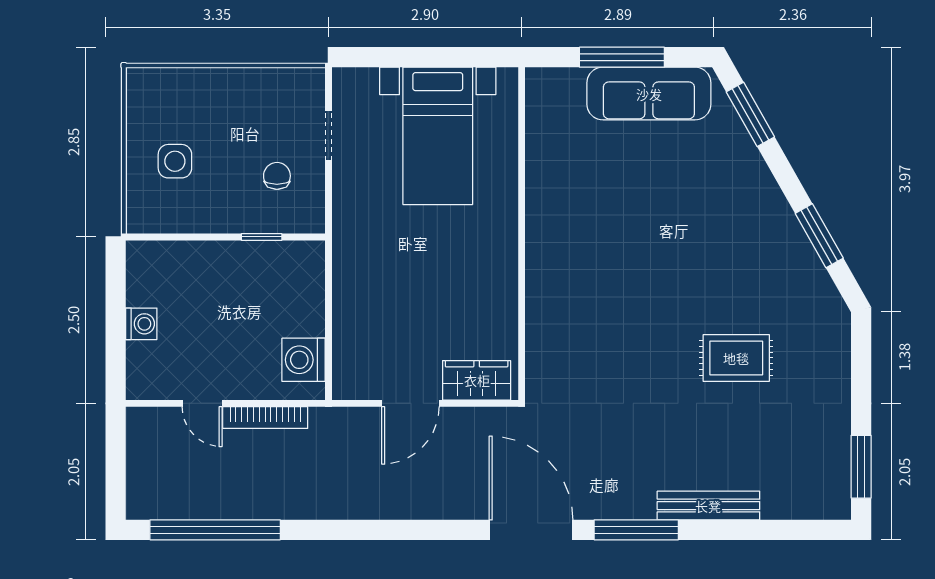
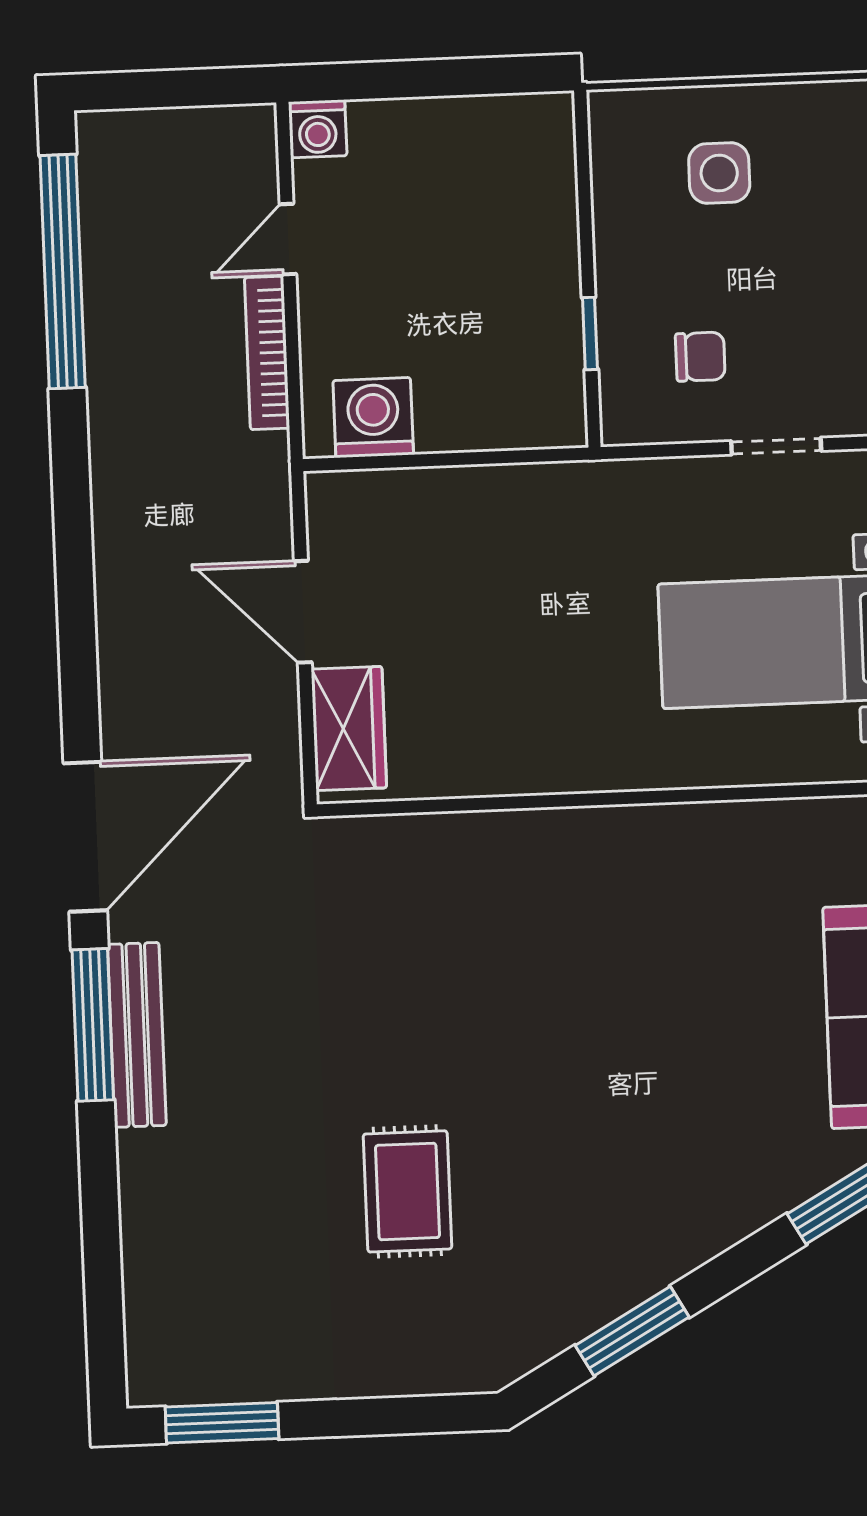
washing machine: (141, 324) -> (318, 129), moved
bench: (708, 506) -> (137, 1035), moved

